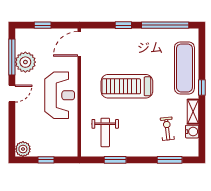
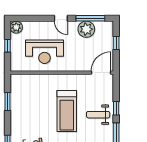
door: (79, 44) -> (101, 73), hinge flipped
treadmill: (127, 86) -> (67, 111), turned 180
reception desk: (60, 95) -> (45, 52), moved
weight bench: (105, 132) -> (98, 115), moved

